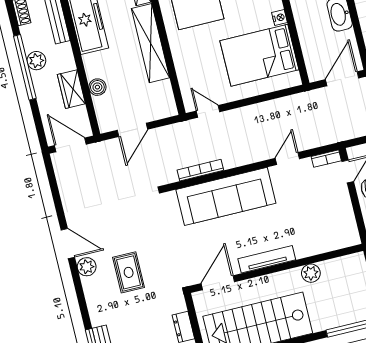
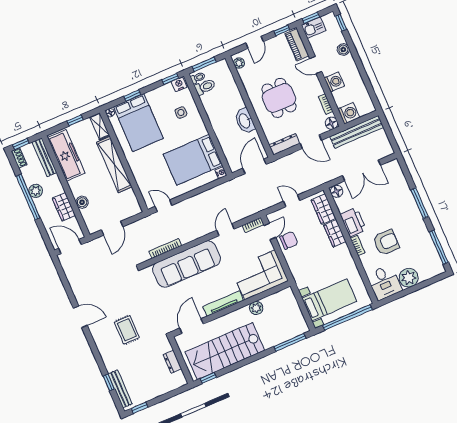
nightstand: (280, 18) -> (221, 173), moved
corner sofa: (324, 229) -> (260, 275), added
plant: (87, 267) -> (96, 331), removed

